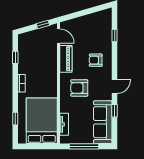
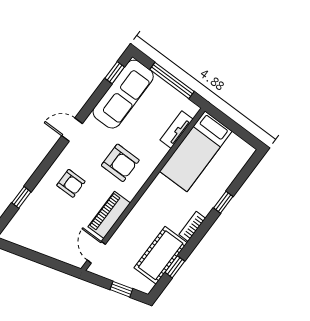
window: (43, 24) -> (121, 289), moved
cot: (26, 58) -> (161, 255), added
window: (115, 111) -> (115, 73), moved
window: (15, 119) -> (223, 202), moved
bed: (42, 121) -> (196, 151), width x0.67

